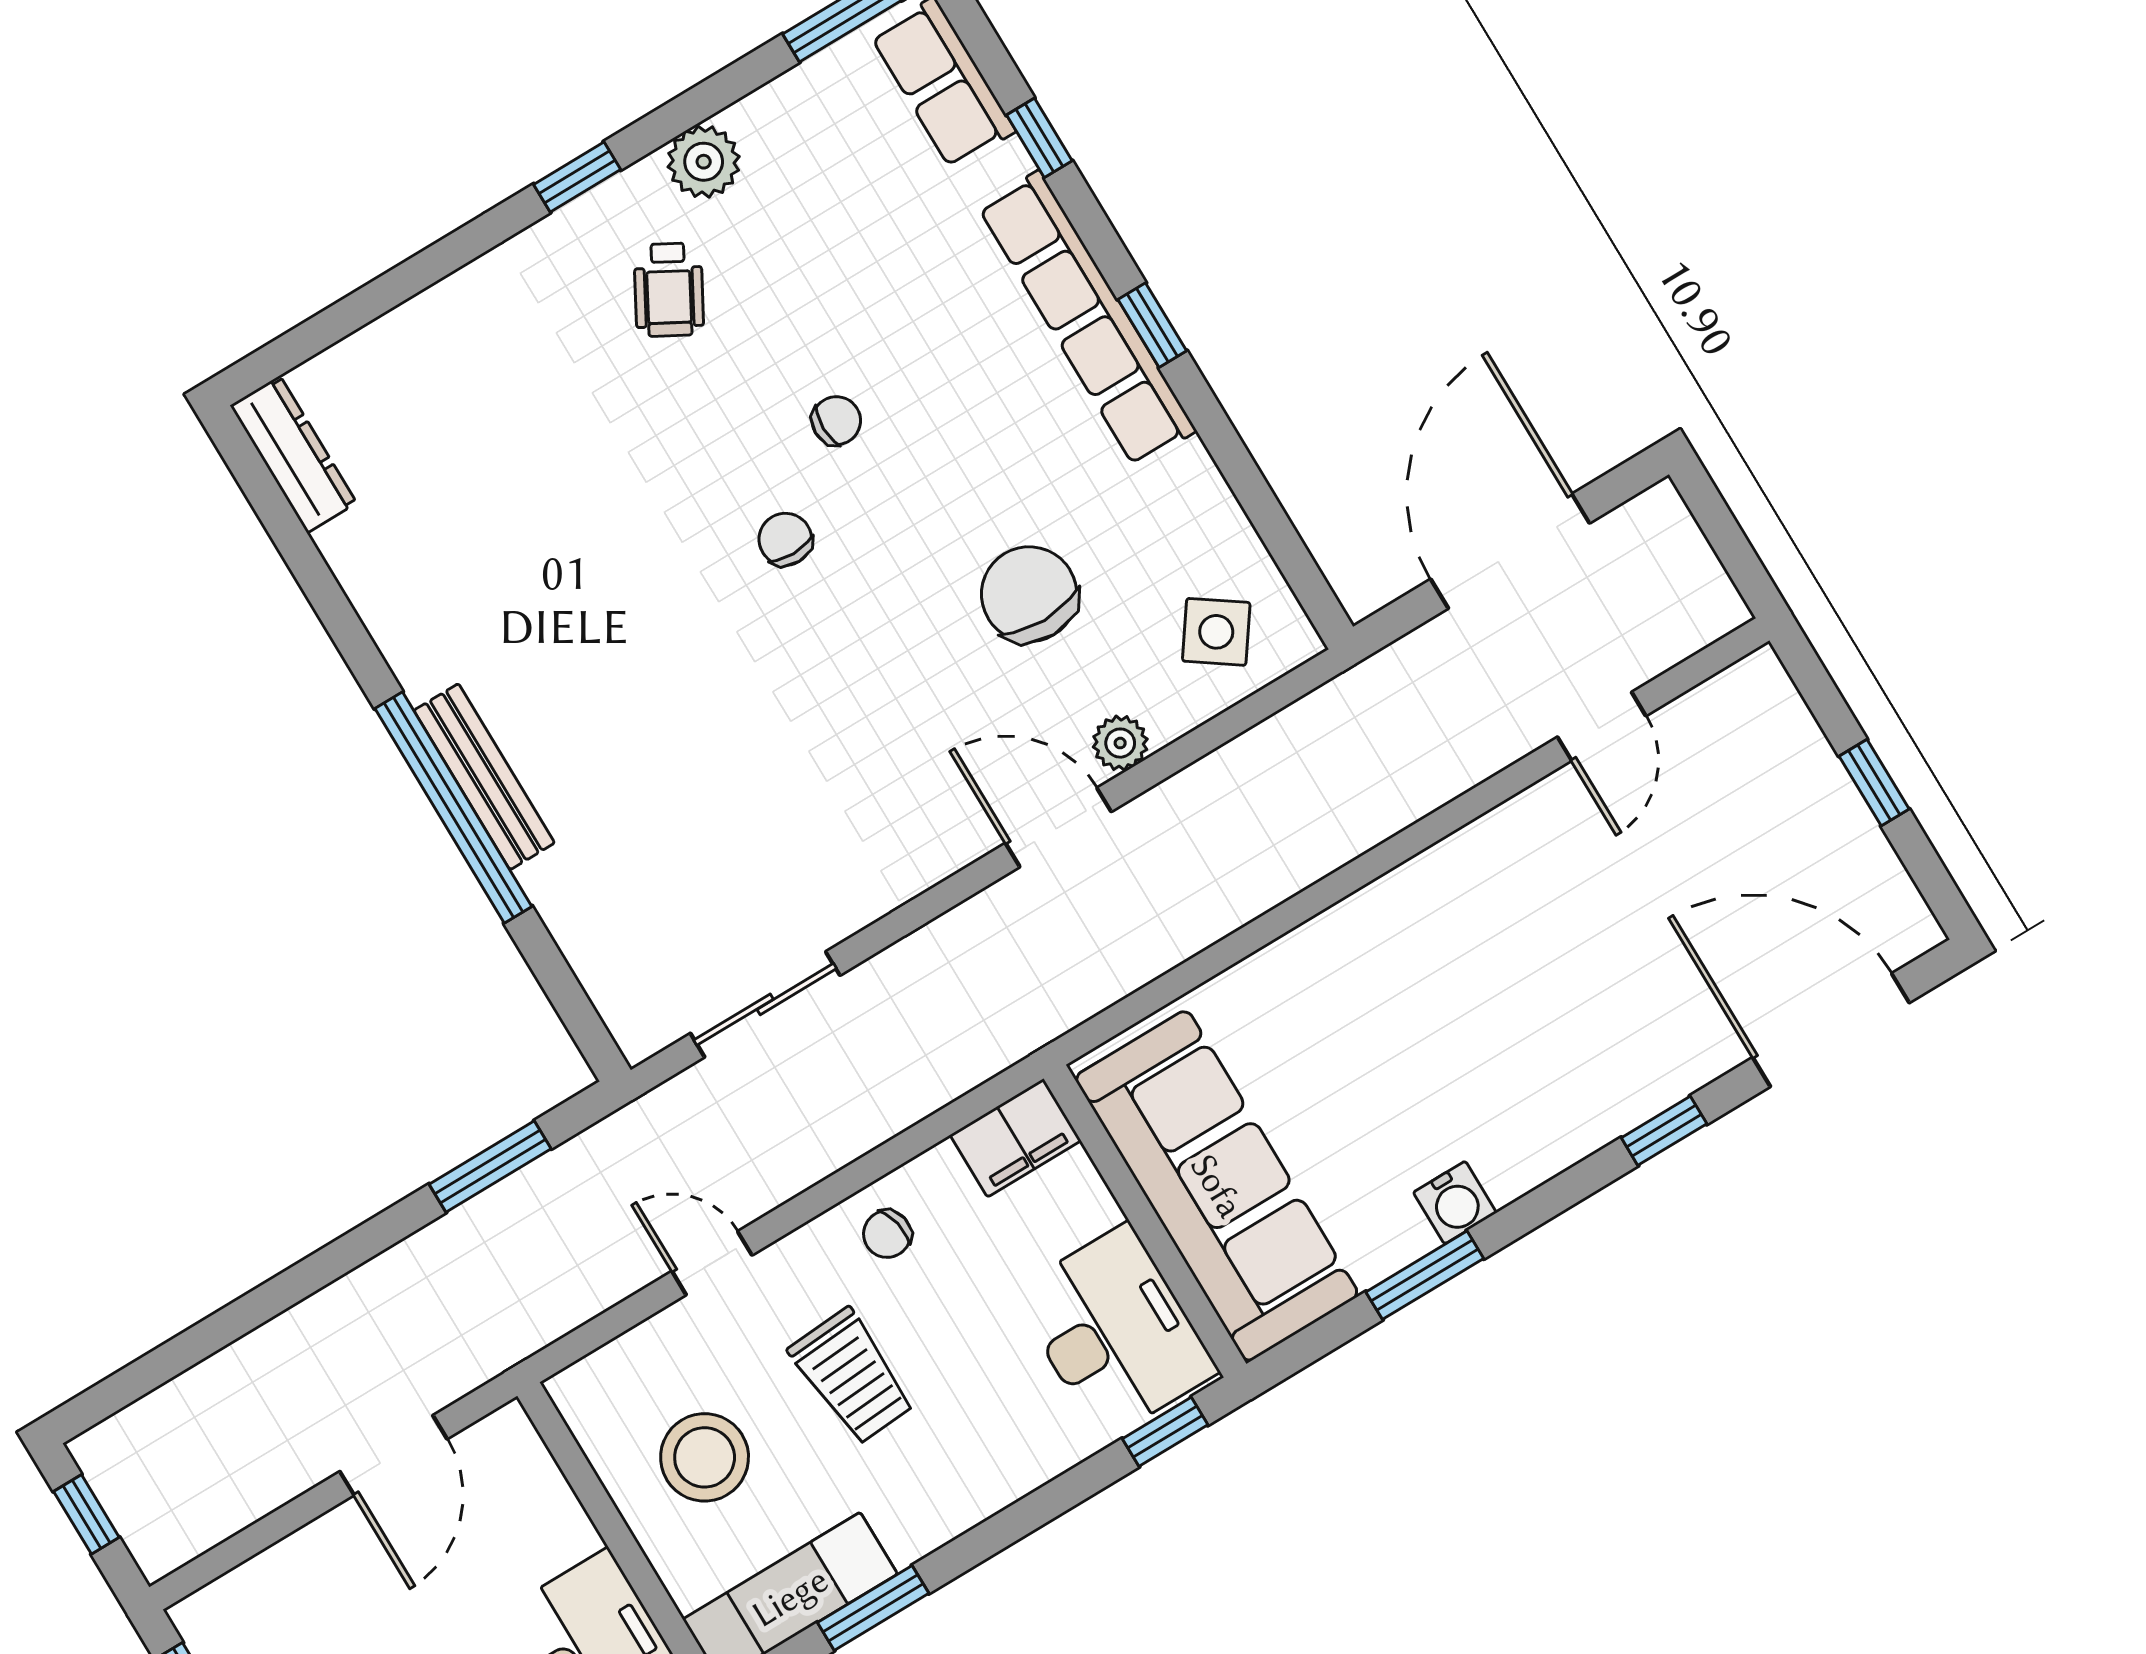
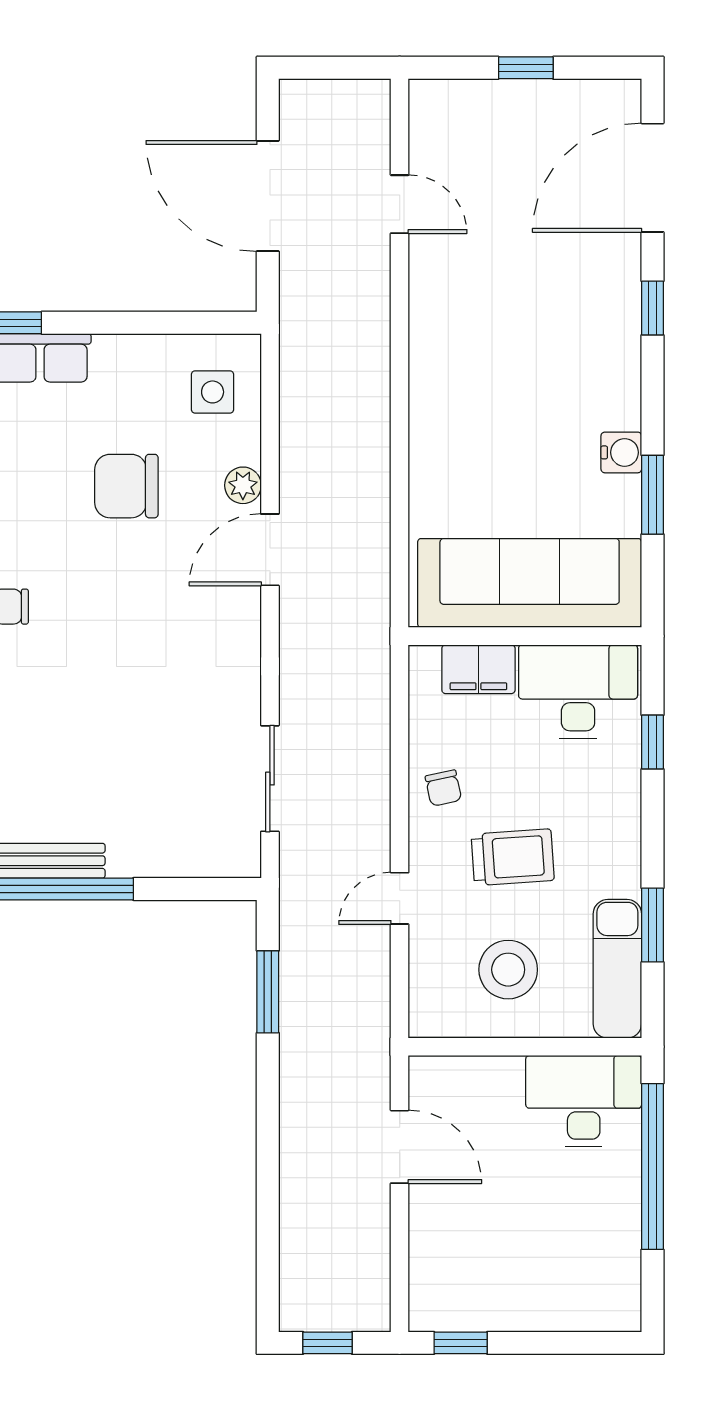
side table: (1216, 632) -> (213, 392), turned -35
filing cabinet: (1016, 1138) -> (478, 669), moved, turned 90
window: (1165, 1432) -> (652, 742), moved

